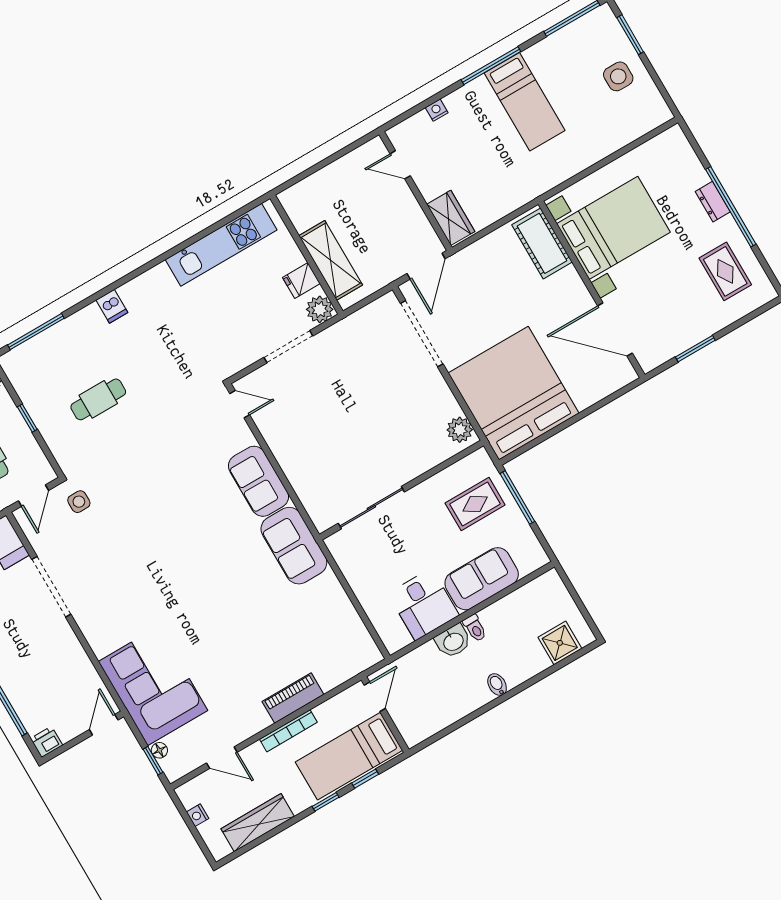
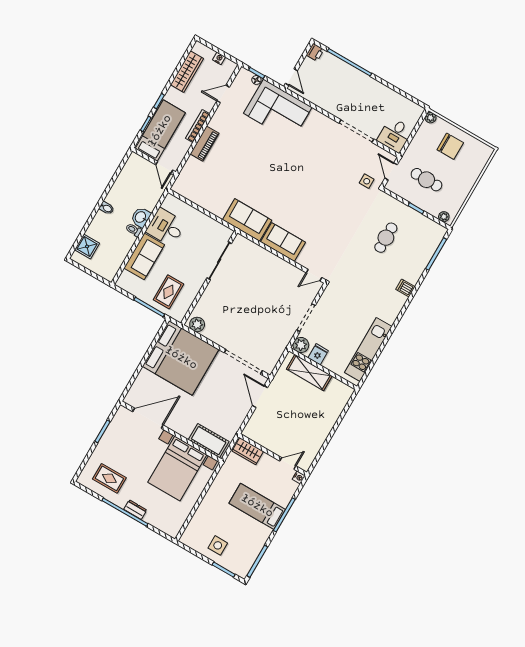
door: (400, 165) -> (288, 463), moved
wall: (416, 191) -> (273, 455), moved
wardrobe: (451, 218) -> (248, 451), moved

